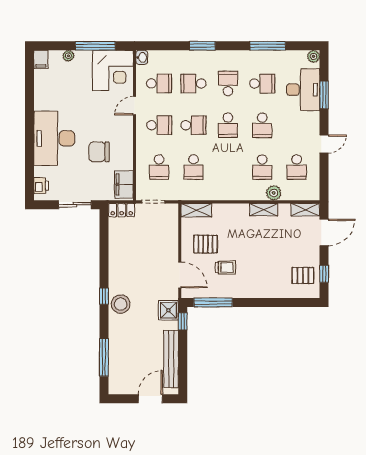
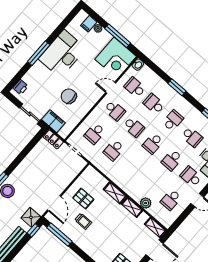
filing cabinet: (41, 59) -> (89, 24), moved
school desk: (159, 83) -> (135, 87), turned 180
window: (30, 134) -> (39, 53), added
desk: (54, 138) -> (62, 54), moved
school desk: (262, 167) -> (191, 177), moved, turned 90
filing cabinet: (124, 184) -> (53, 121), moved, turned 90
shelving: (196, 210) -> (115, 193), moved

